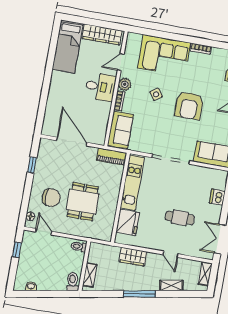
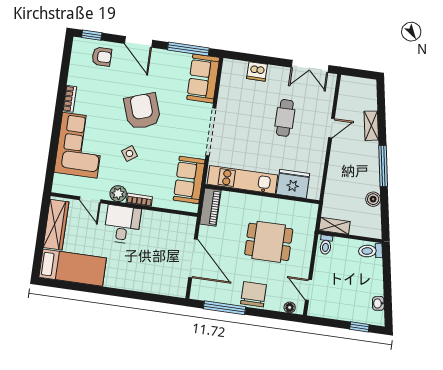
armchair: (189, 106) -> (142, 111), turned -109
sofa: (120, 130) -> (189, 180), moved, turned -90
door: (72, 141) -> (193, 258), swing flipped
window: (32, 165) -> (224, 308), width x2.17
chair: (51, 198) -> (254, 294), moved
door: (44, 232) -> (308, 290), hinge flipped
window: (17, 250) -> (359, 327), moved
wardrobe: (133, 257) -> (336, 176), removed
shelving: (205, 274) -> (355, 83), removed
shelving: (90, 275) -> (335, 226), moved
boiler: (113, 285) -> (373, 199), added

